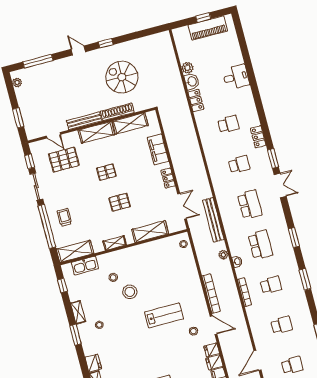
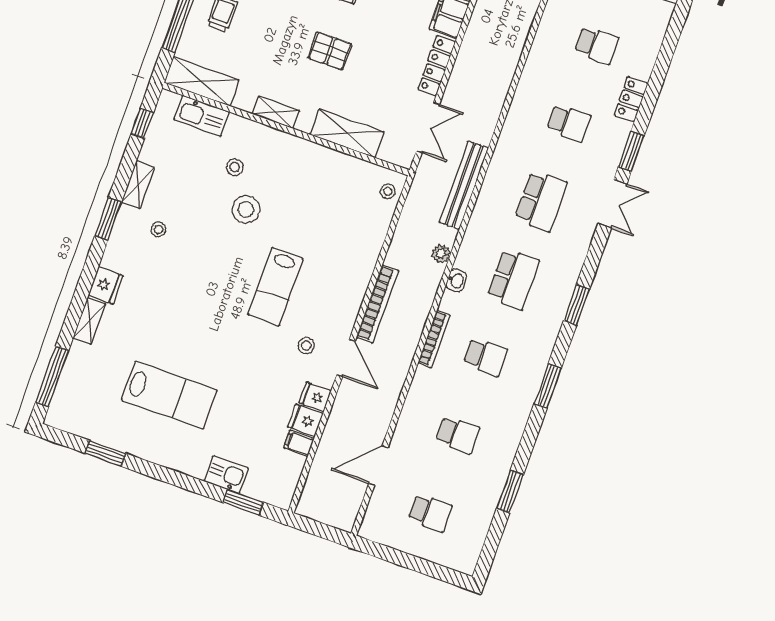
locker: (168, 178) -> (437, 66), width x1.53
lab bench: (164, 315) -> (275, 287), turned 90

